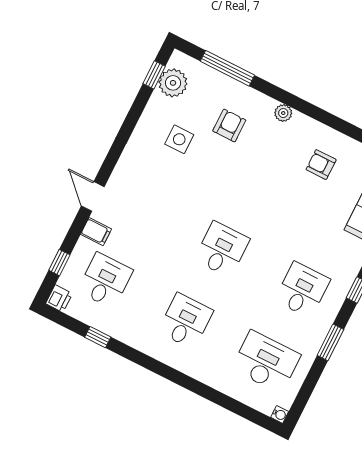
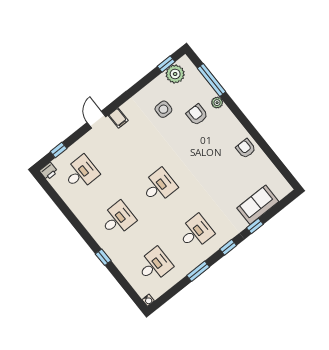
plant: (283, 113) -> (217, 103), moved
armchair: (229, 126) -> (197, 115), turned -90
armchair: (321, 165) -> (246, 148), moved
filing cabinet: (96, 232) -> (118, 118), moved
window: (98, 337) -> (103, 257), moved
desk: (266, 362) -> (154, 265), width x0.73

